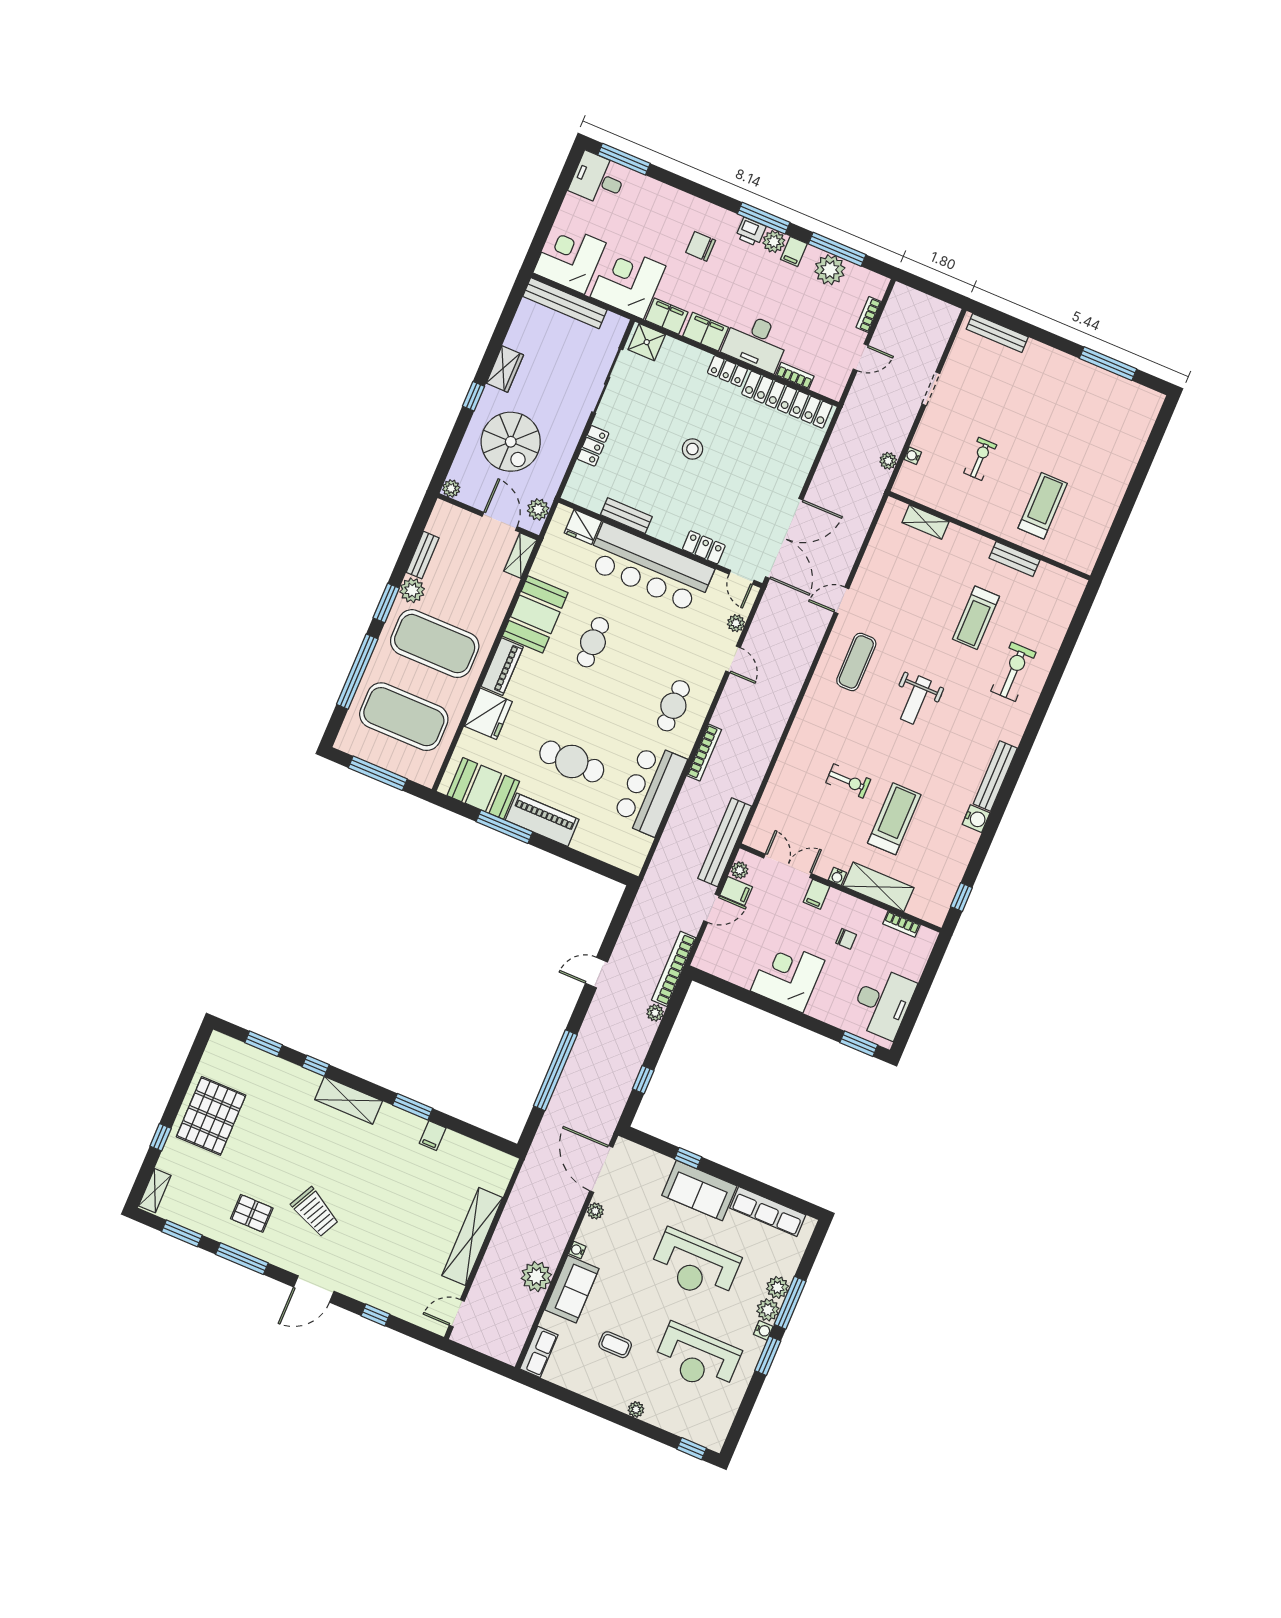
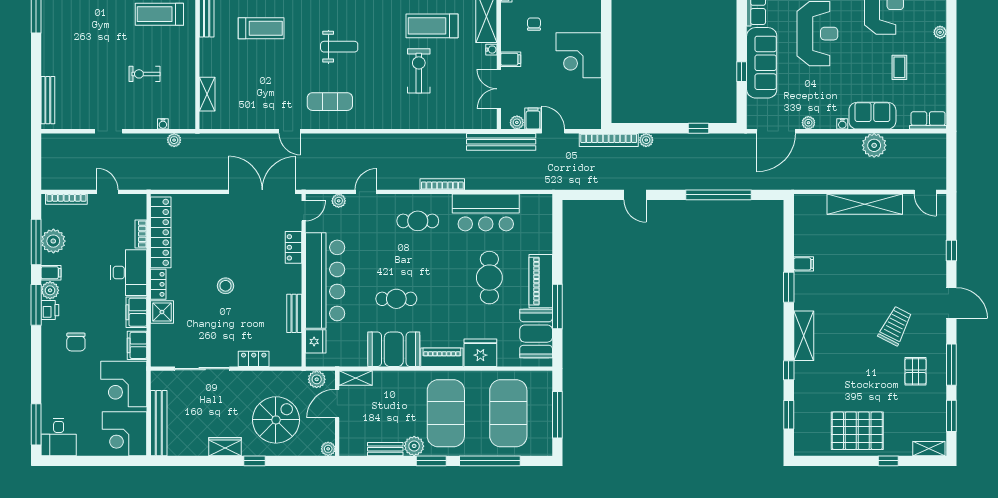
bookcase: (869, 314) -> (66, 199), width x1.56
shower: (647, 342) -> (162, 312), moved
exercise bike: (848, 781) -> (419, 71), width x1.38, depth x1.39
sofa: (699, 1191) -> (762, 63), width x1.36

